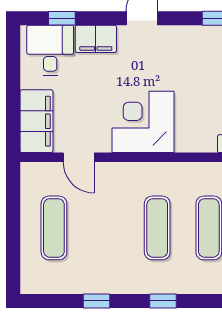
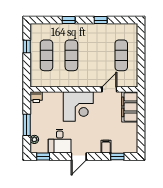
filing cabinet: (96, 39) -> (106, 147), width x0.50
desk: (50, 50) -> (60, 141), moved
door: (79, 157) -> (109, 89), hinge flipped

